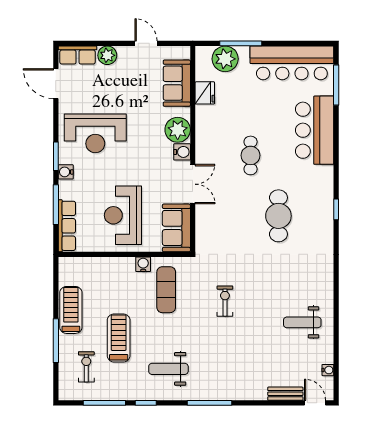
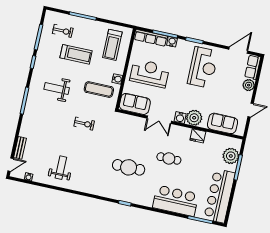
fridge: (205, 93) -> (198, 136), moved
reception desk: (95, 133) -> (203, 67), turned 180
water cooler: (66, 172) -> (172, 42), moved
treadmill: (71, 310) -> (112, 45), moved, turned 90
weight bench: (168, 369) -> (57, 89), moved, turned -90

